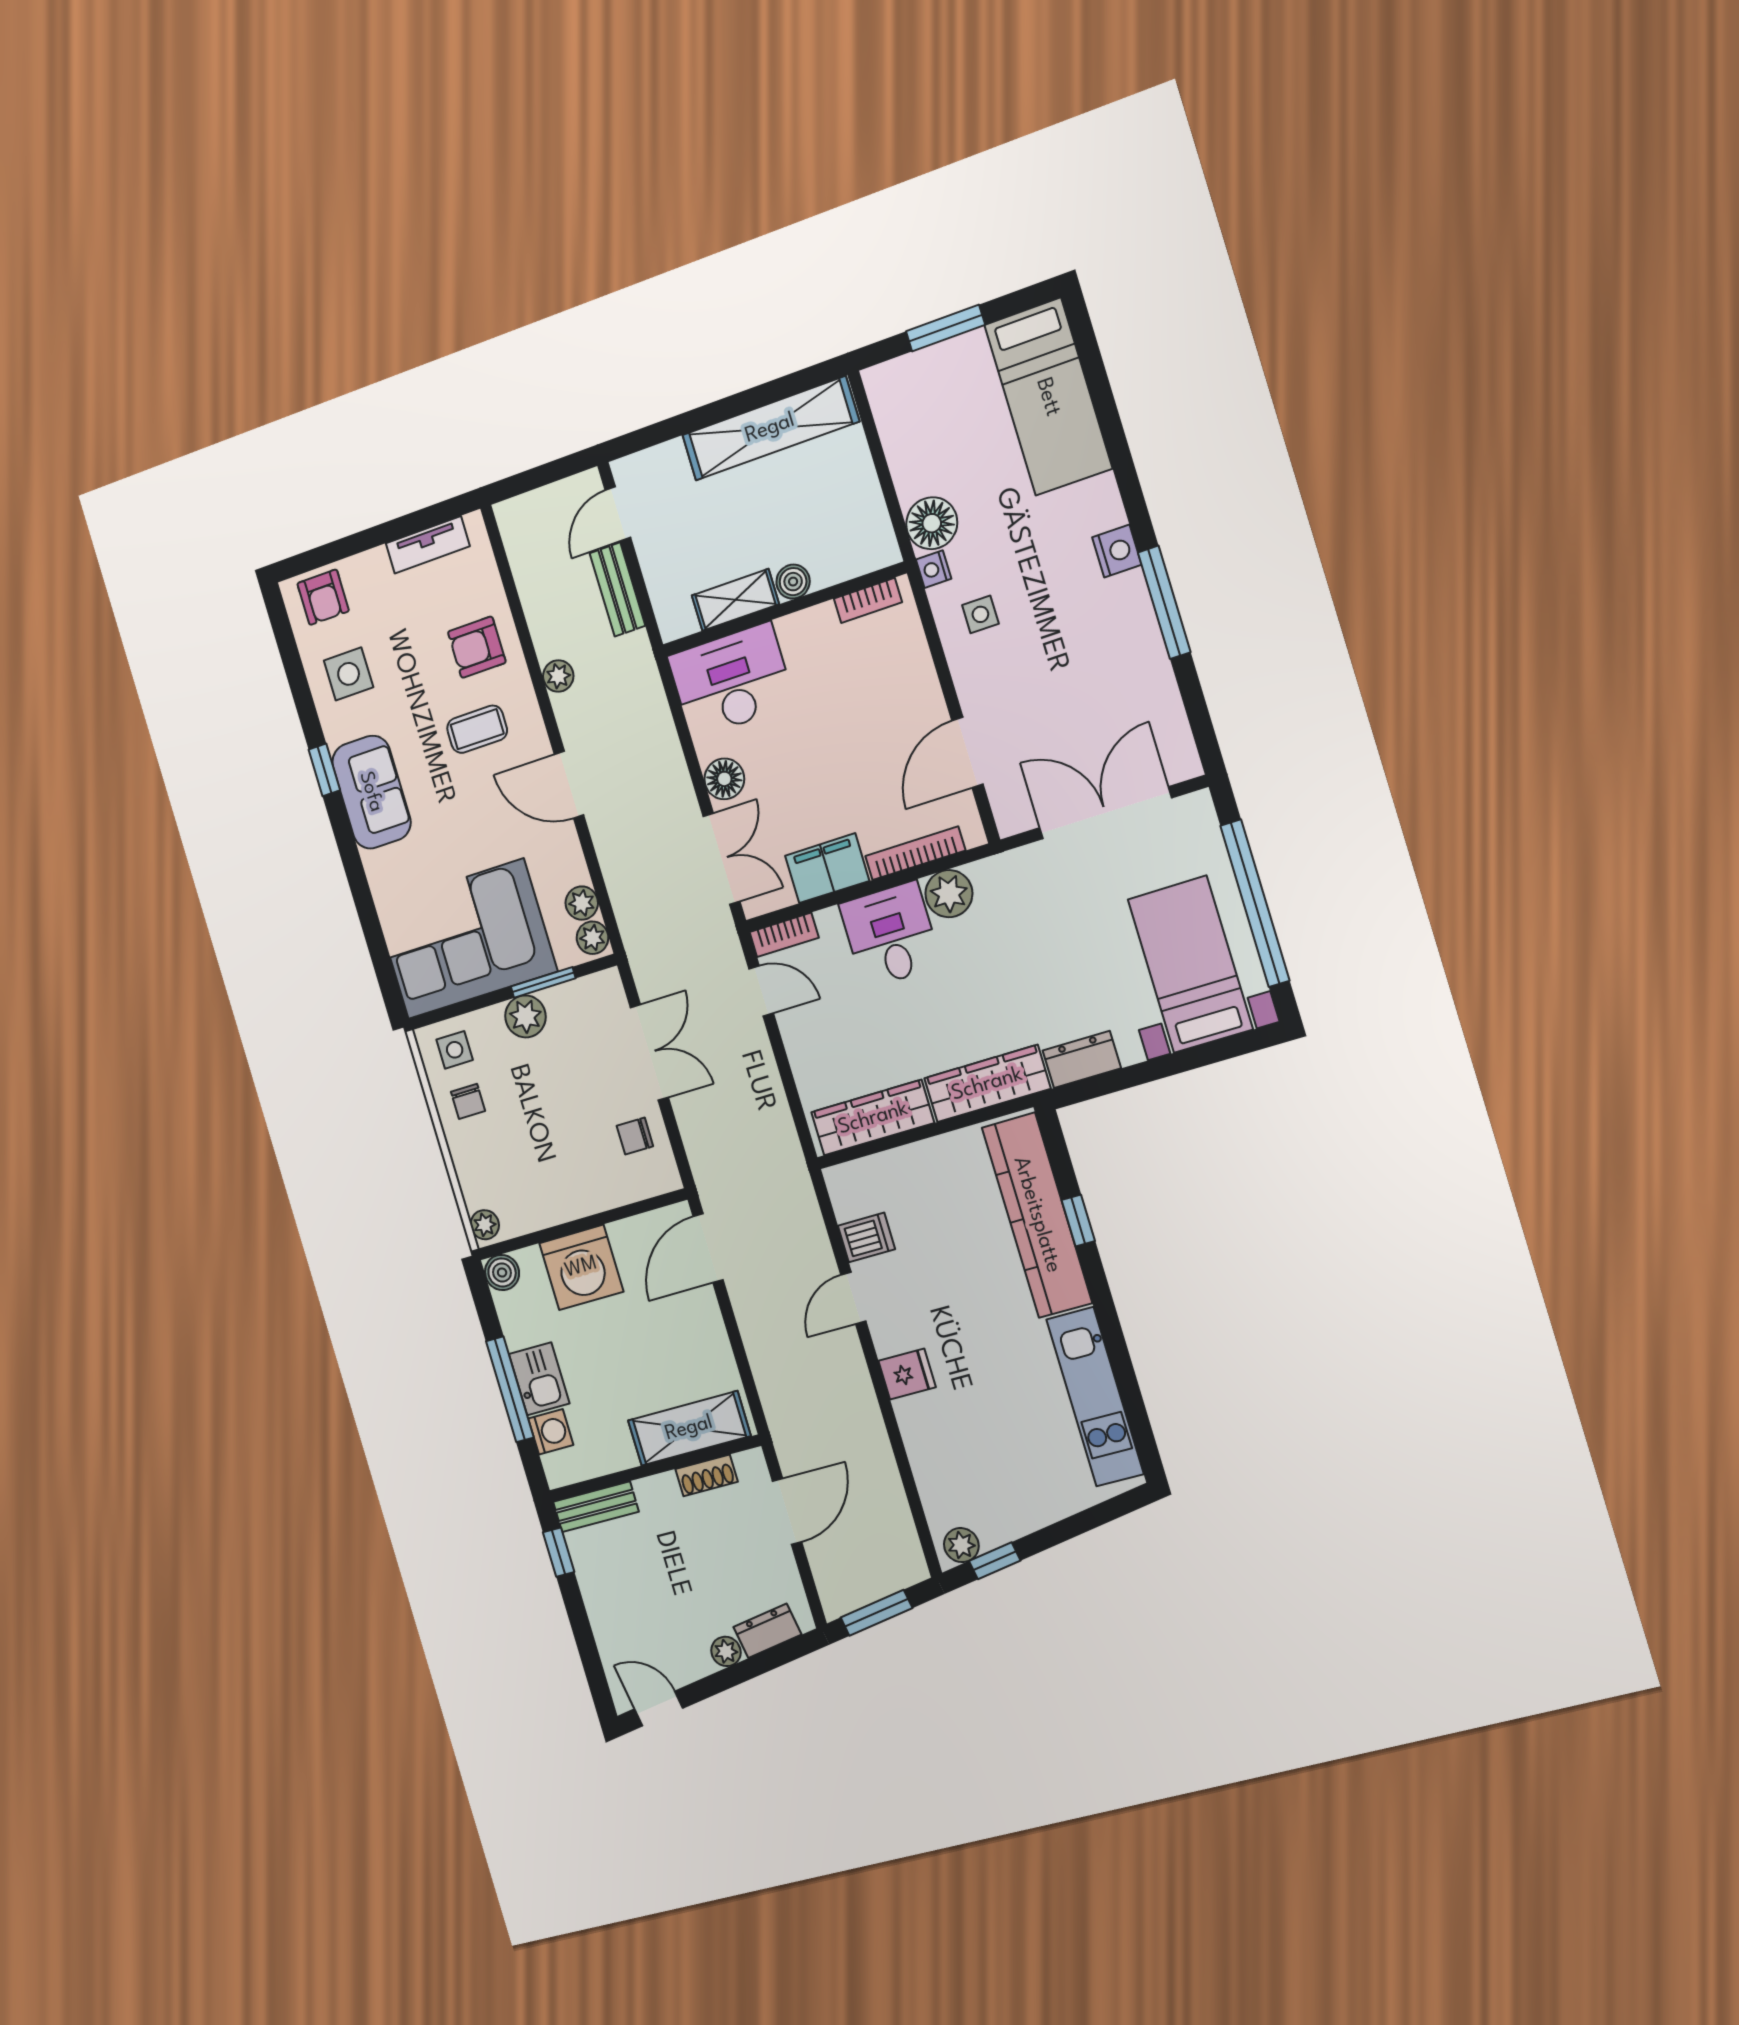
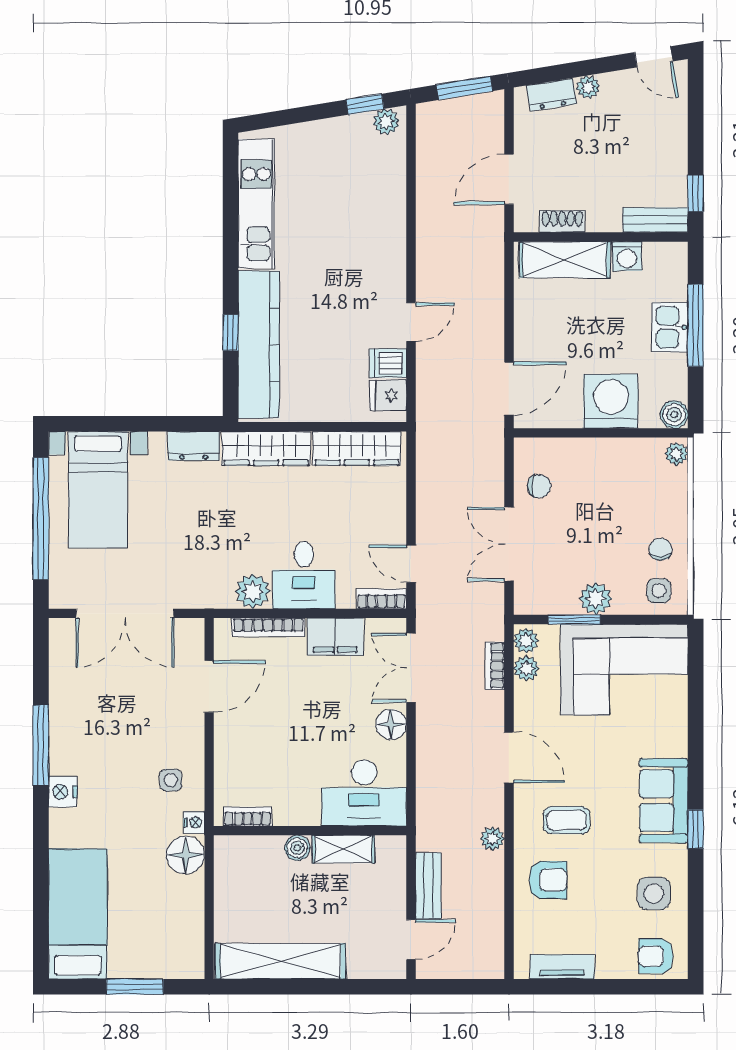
armchair: (323, 597) -> (656, 956), turned -90
bookcase: (621, 894) -> (495, 666), added
fridge: (907, 1374) -> (388, 395), moved
washing machine: (551, 1432) -> (627, 256), moved, turned -90

